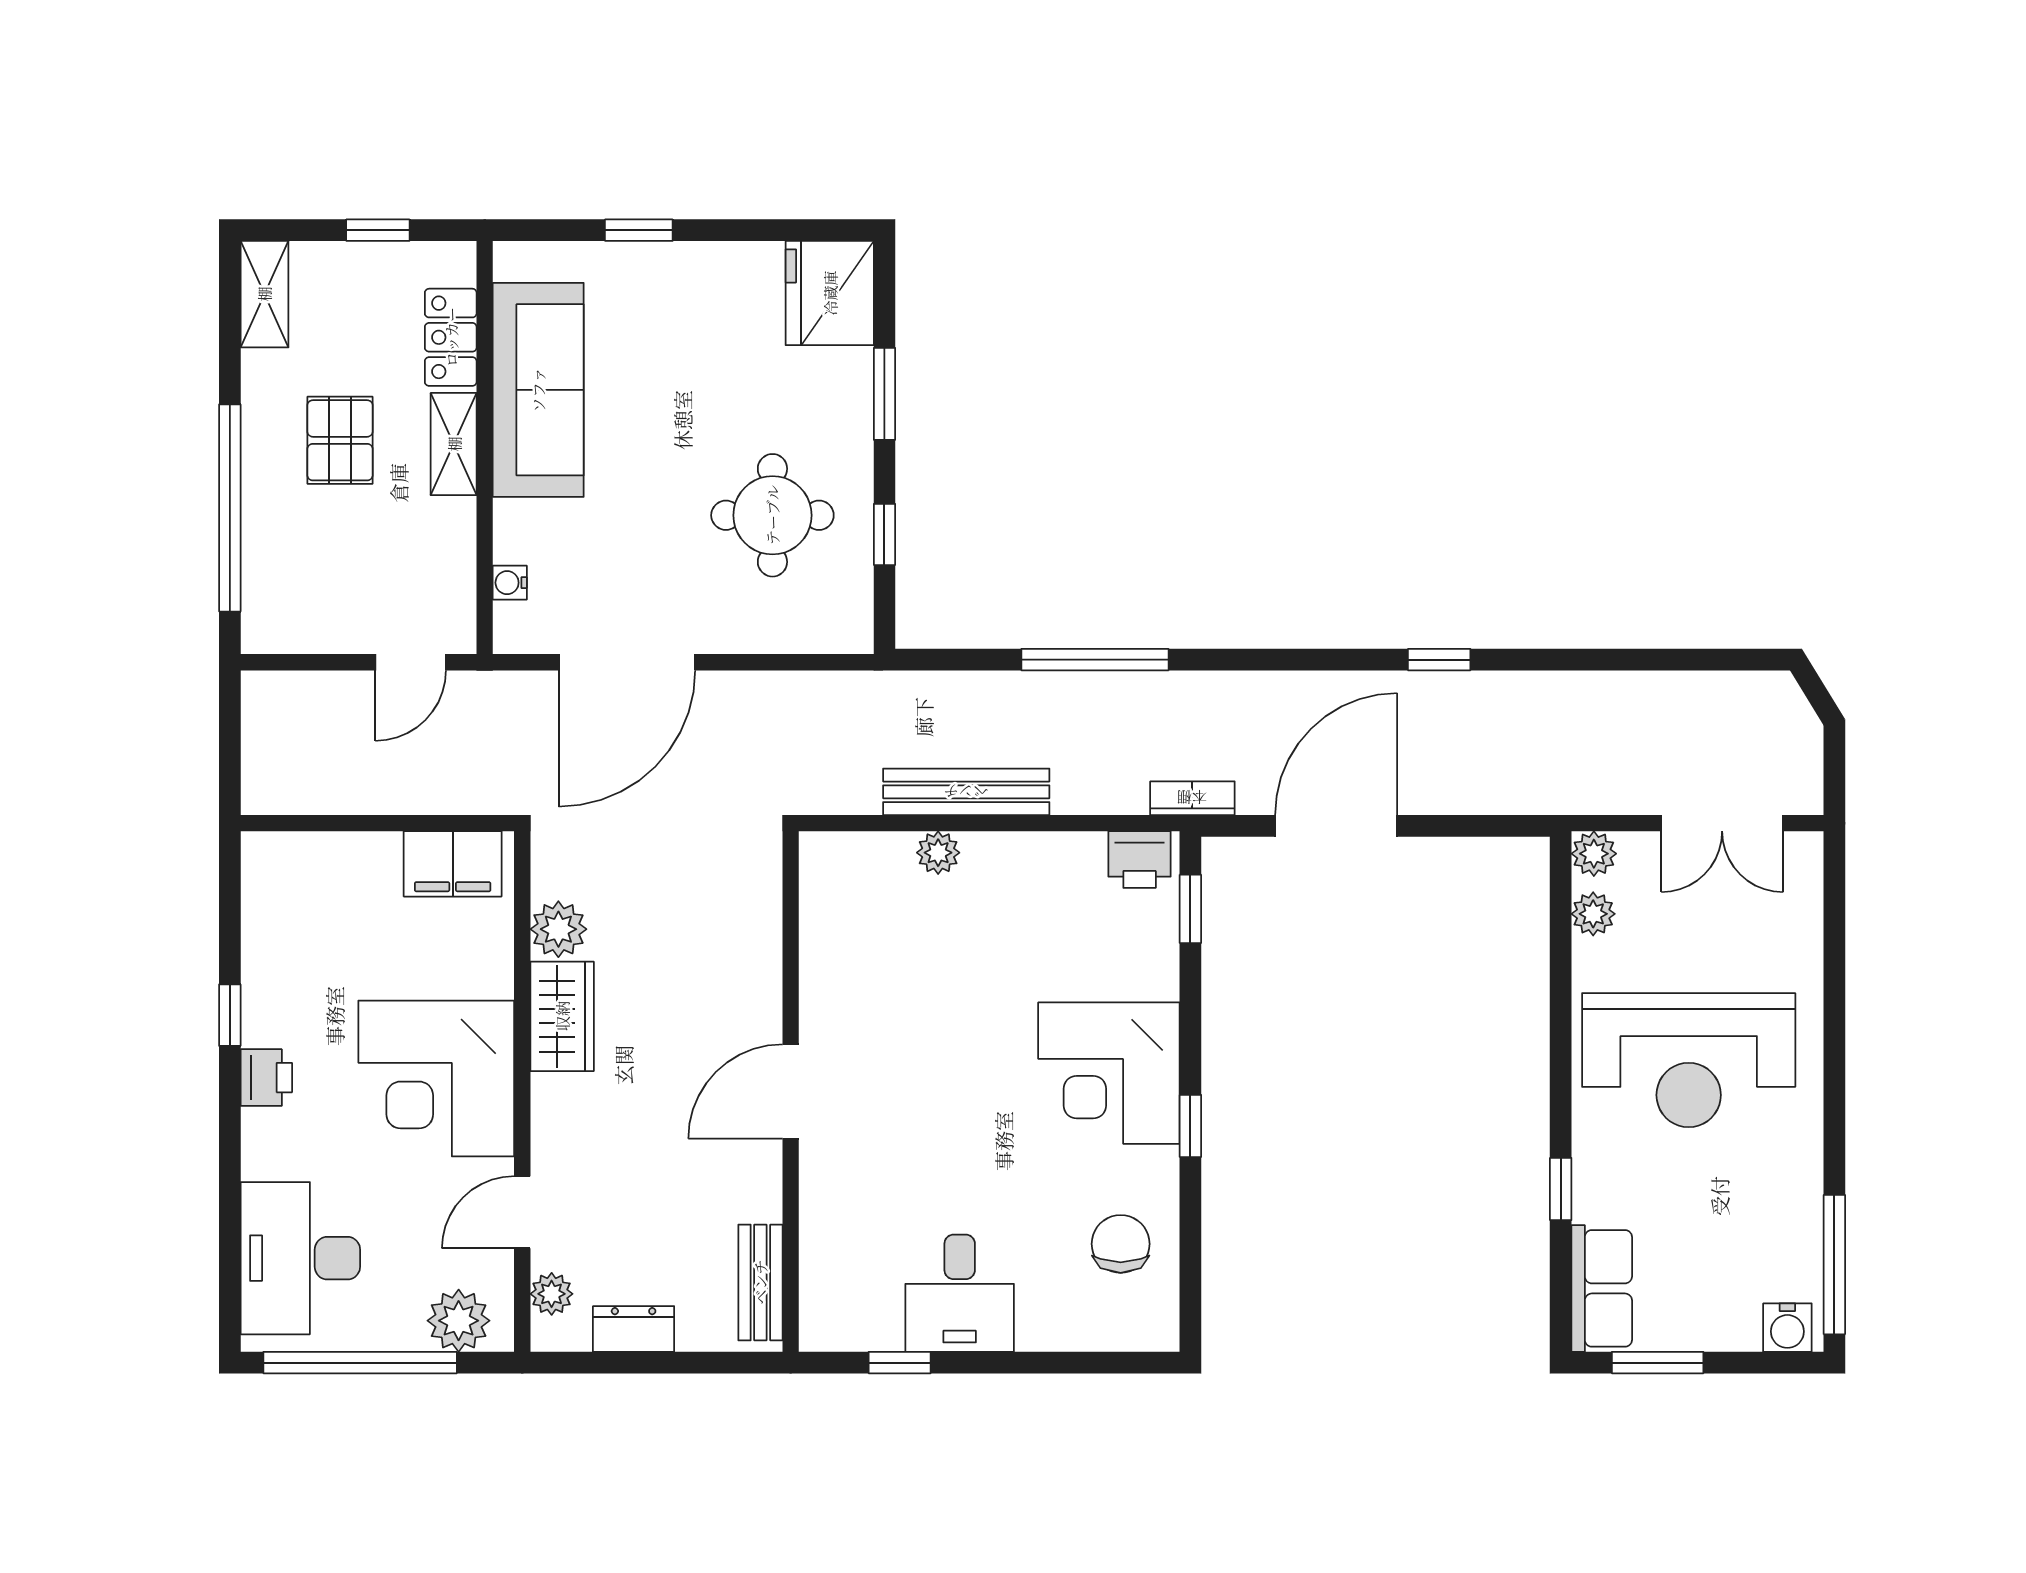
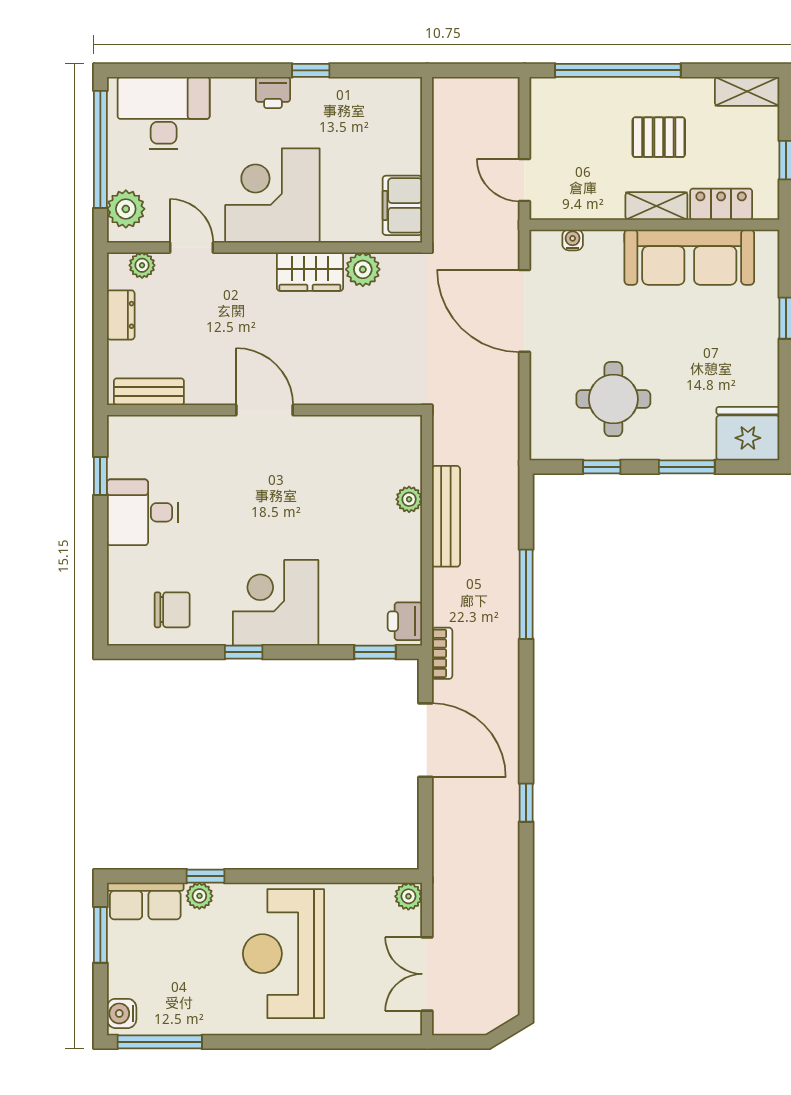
plant: (1593, 914) -> (199, 896), moved

